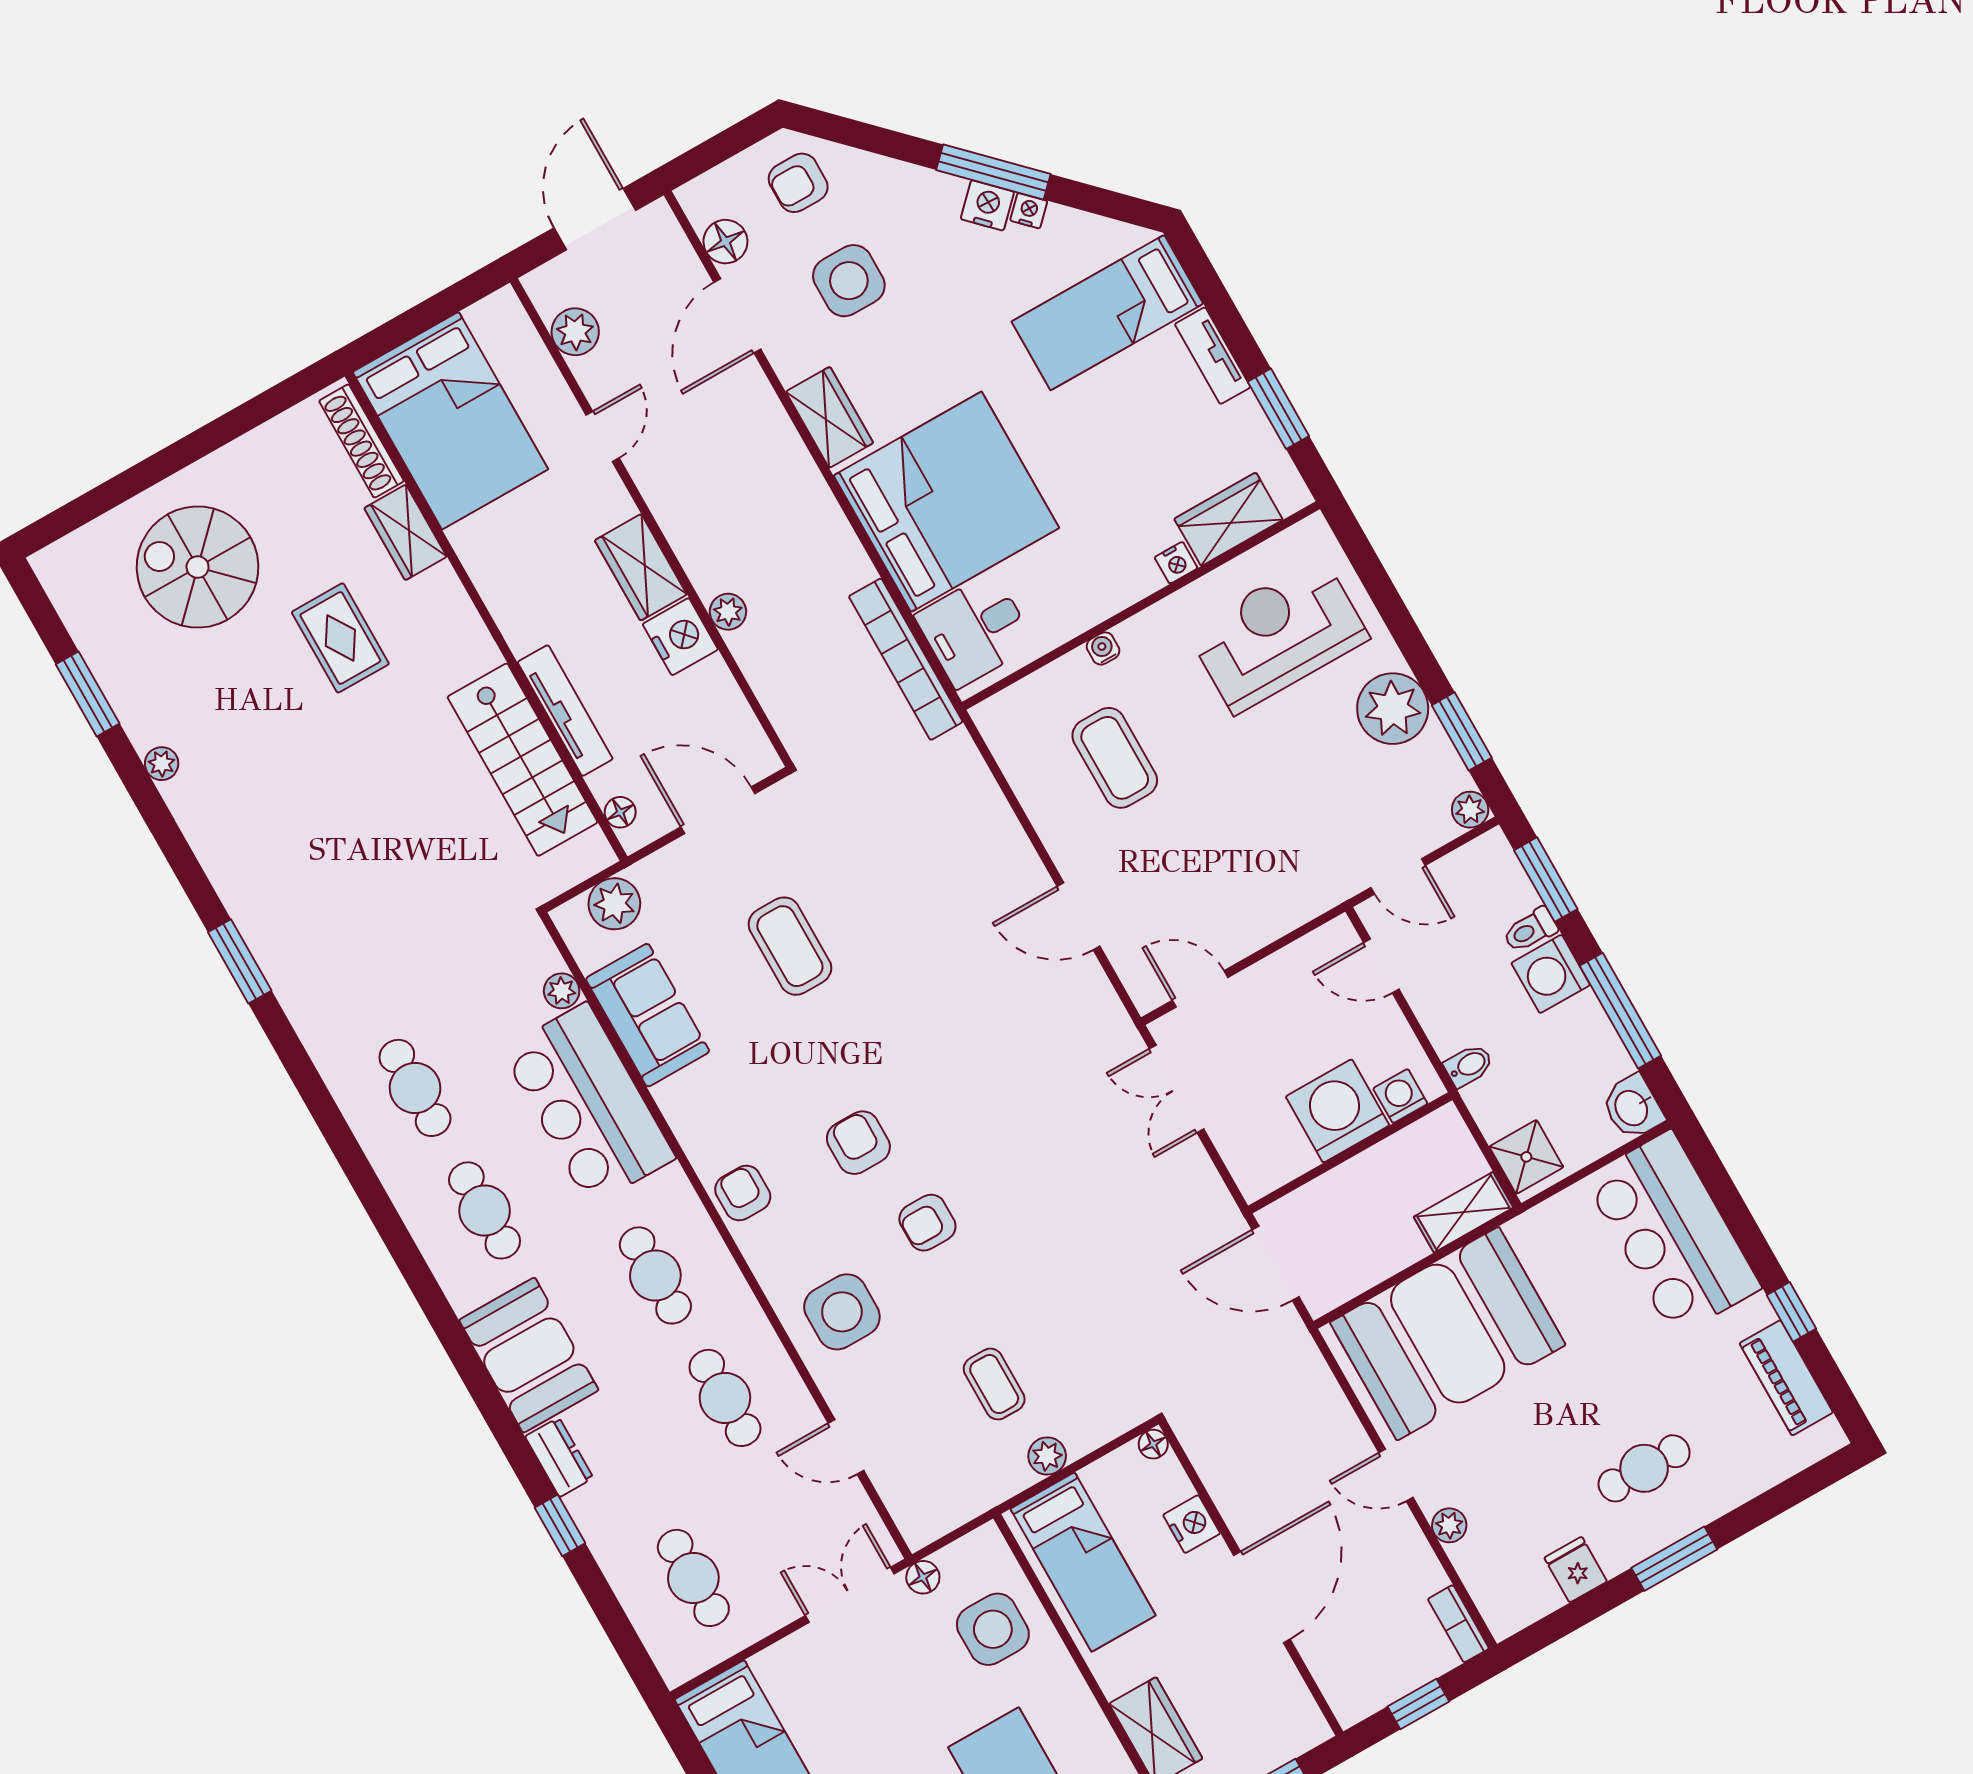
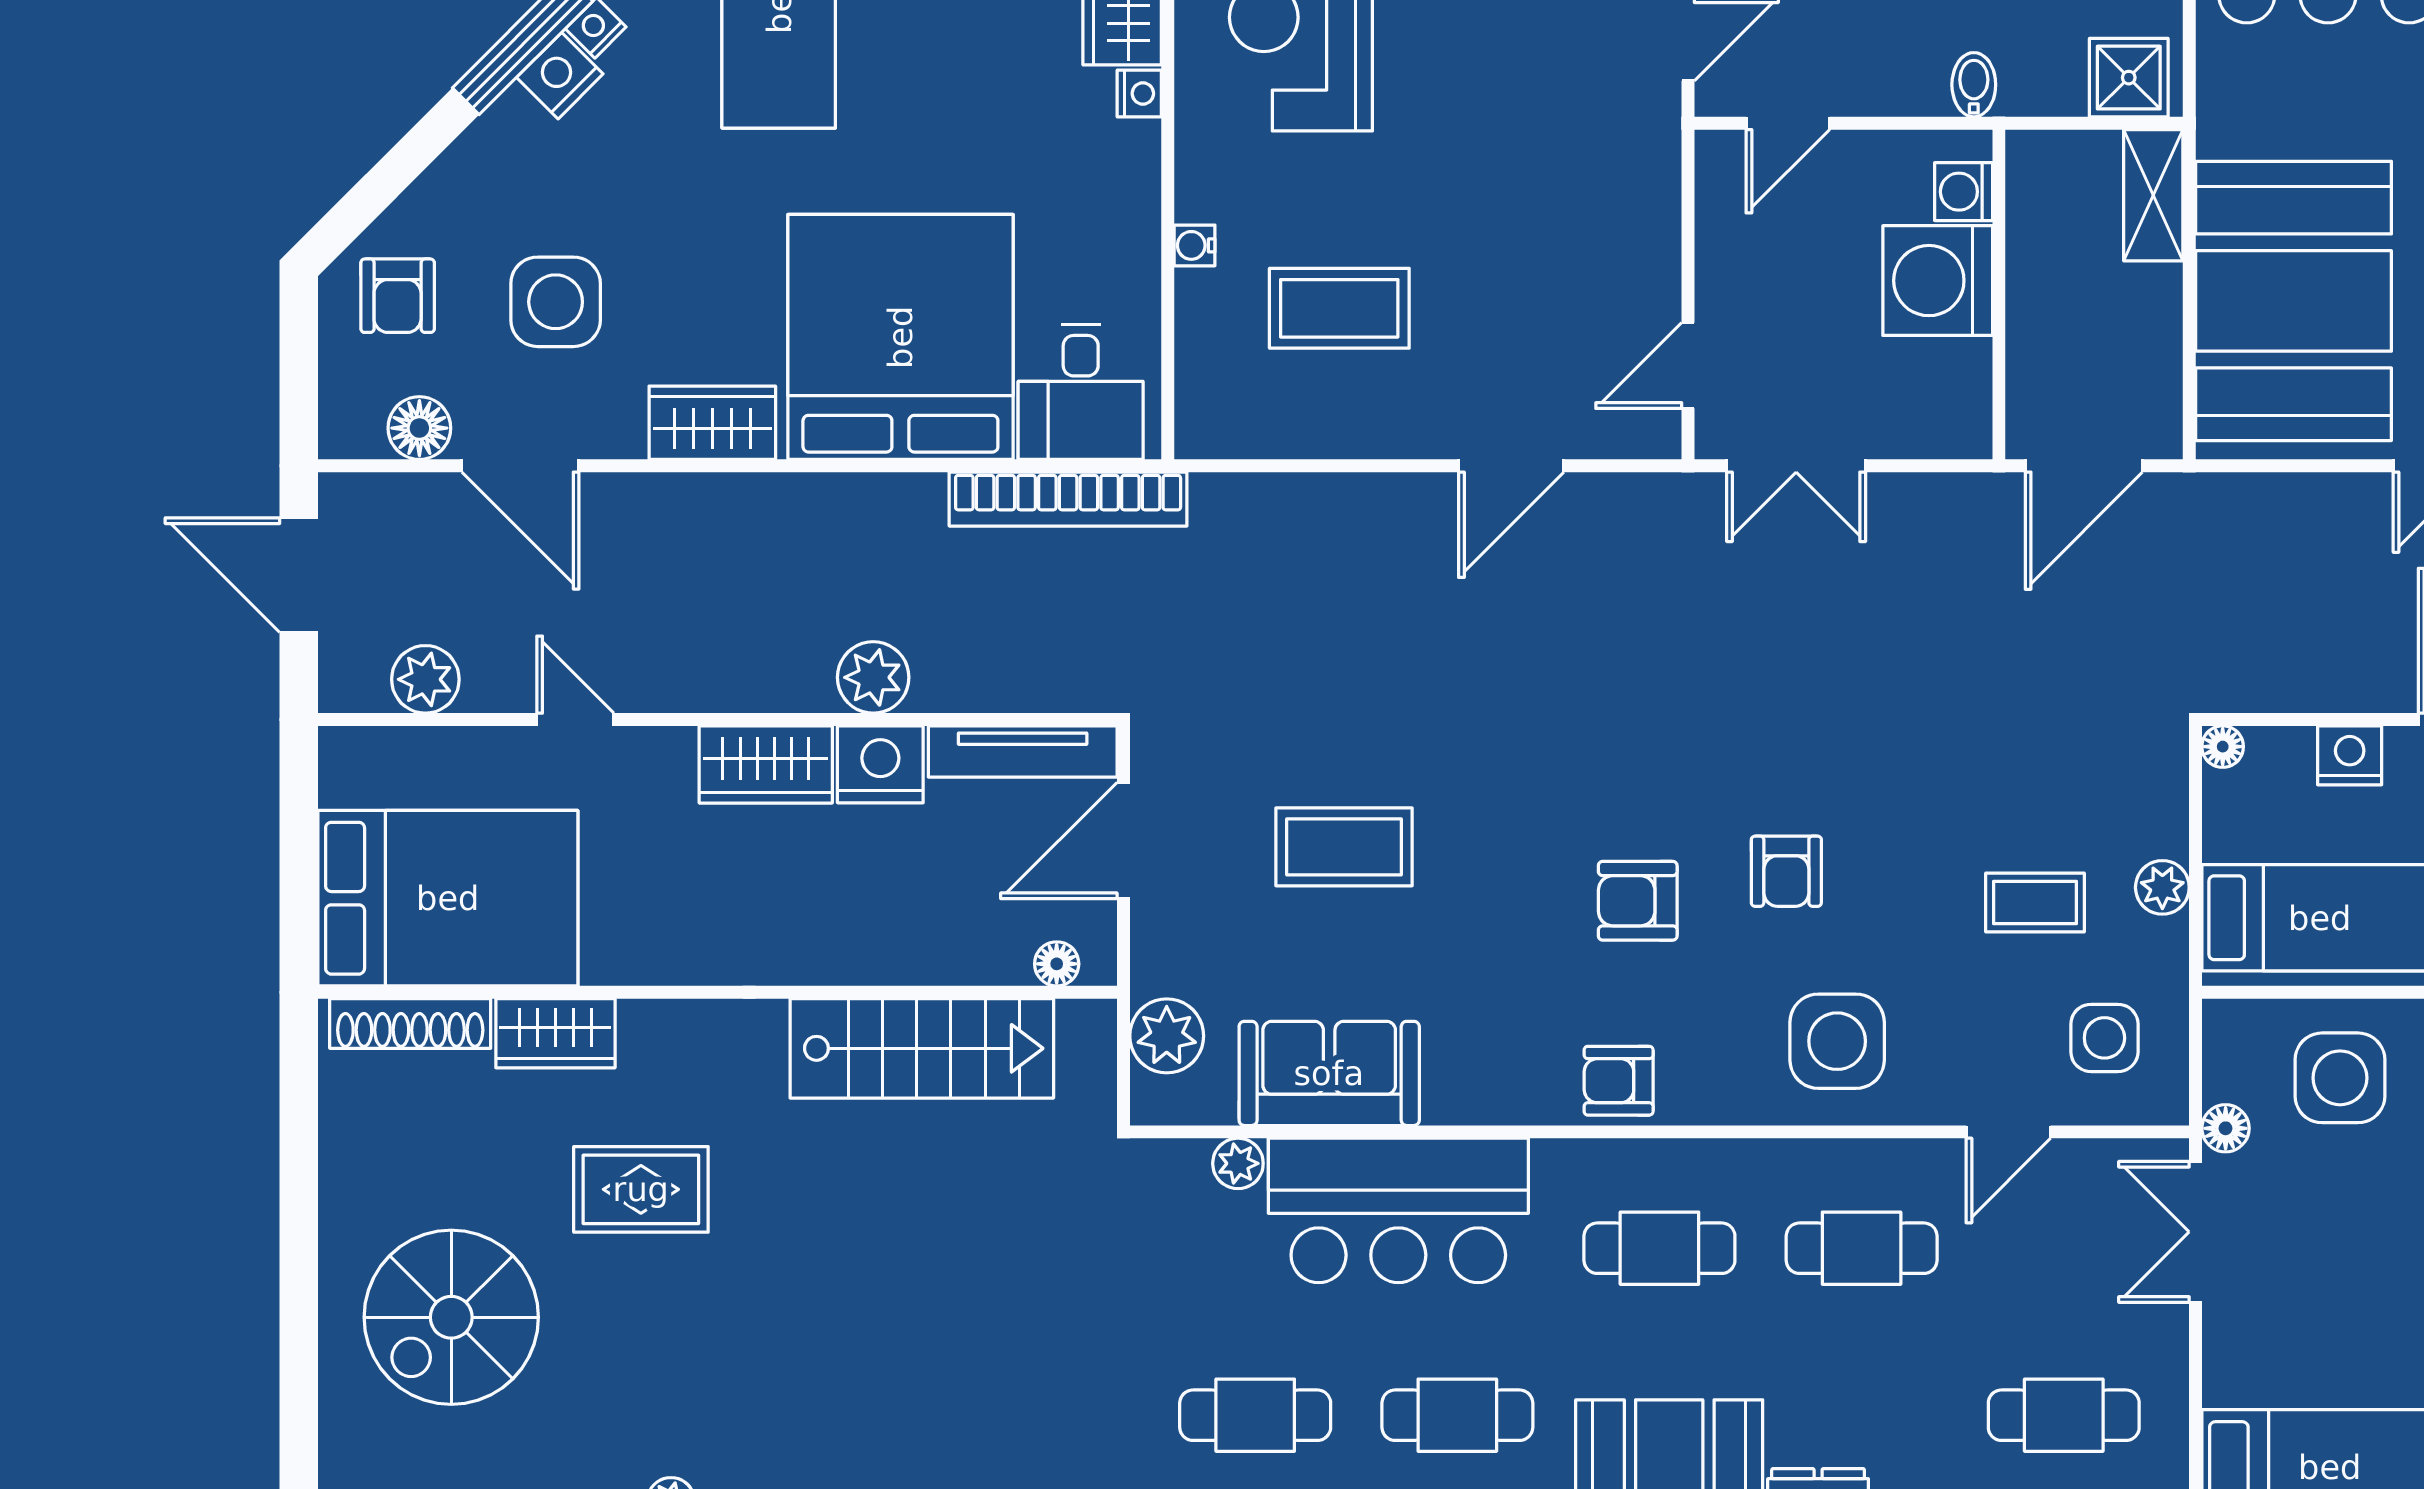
plant: (728, 612) -> (873, 677), width x1.38, depth x1.38
tv unit: (565, 711) -> (1023, 751), moved, turned 180
side table: (936, 1473) -> (2104, 1038), added

